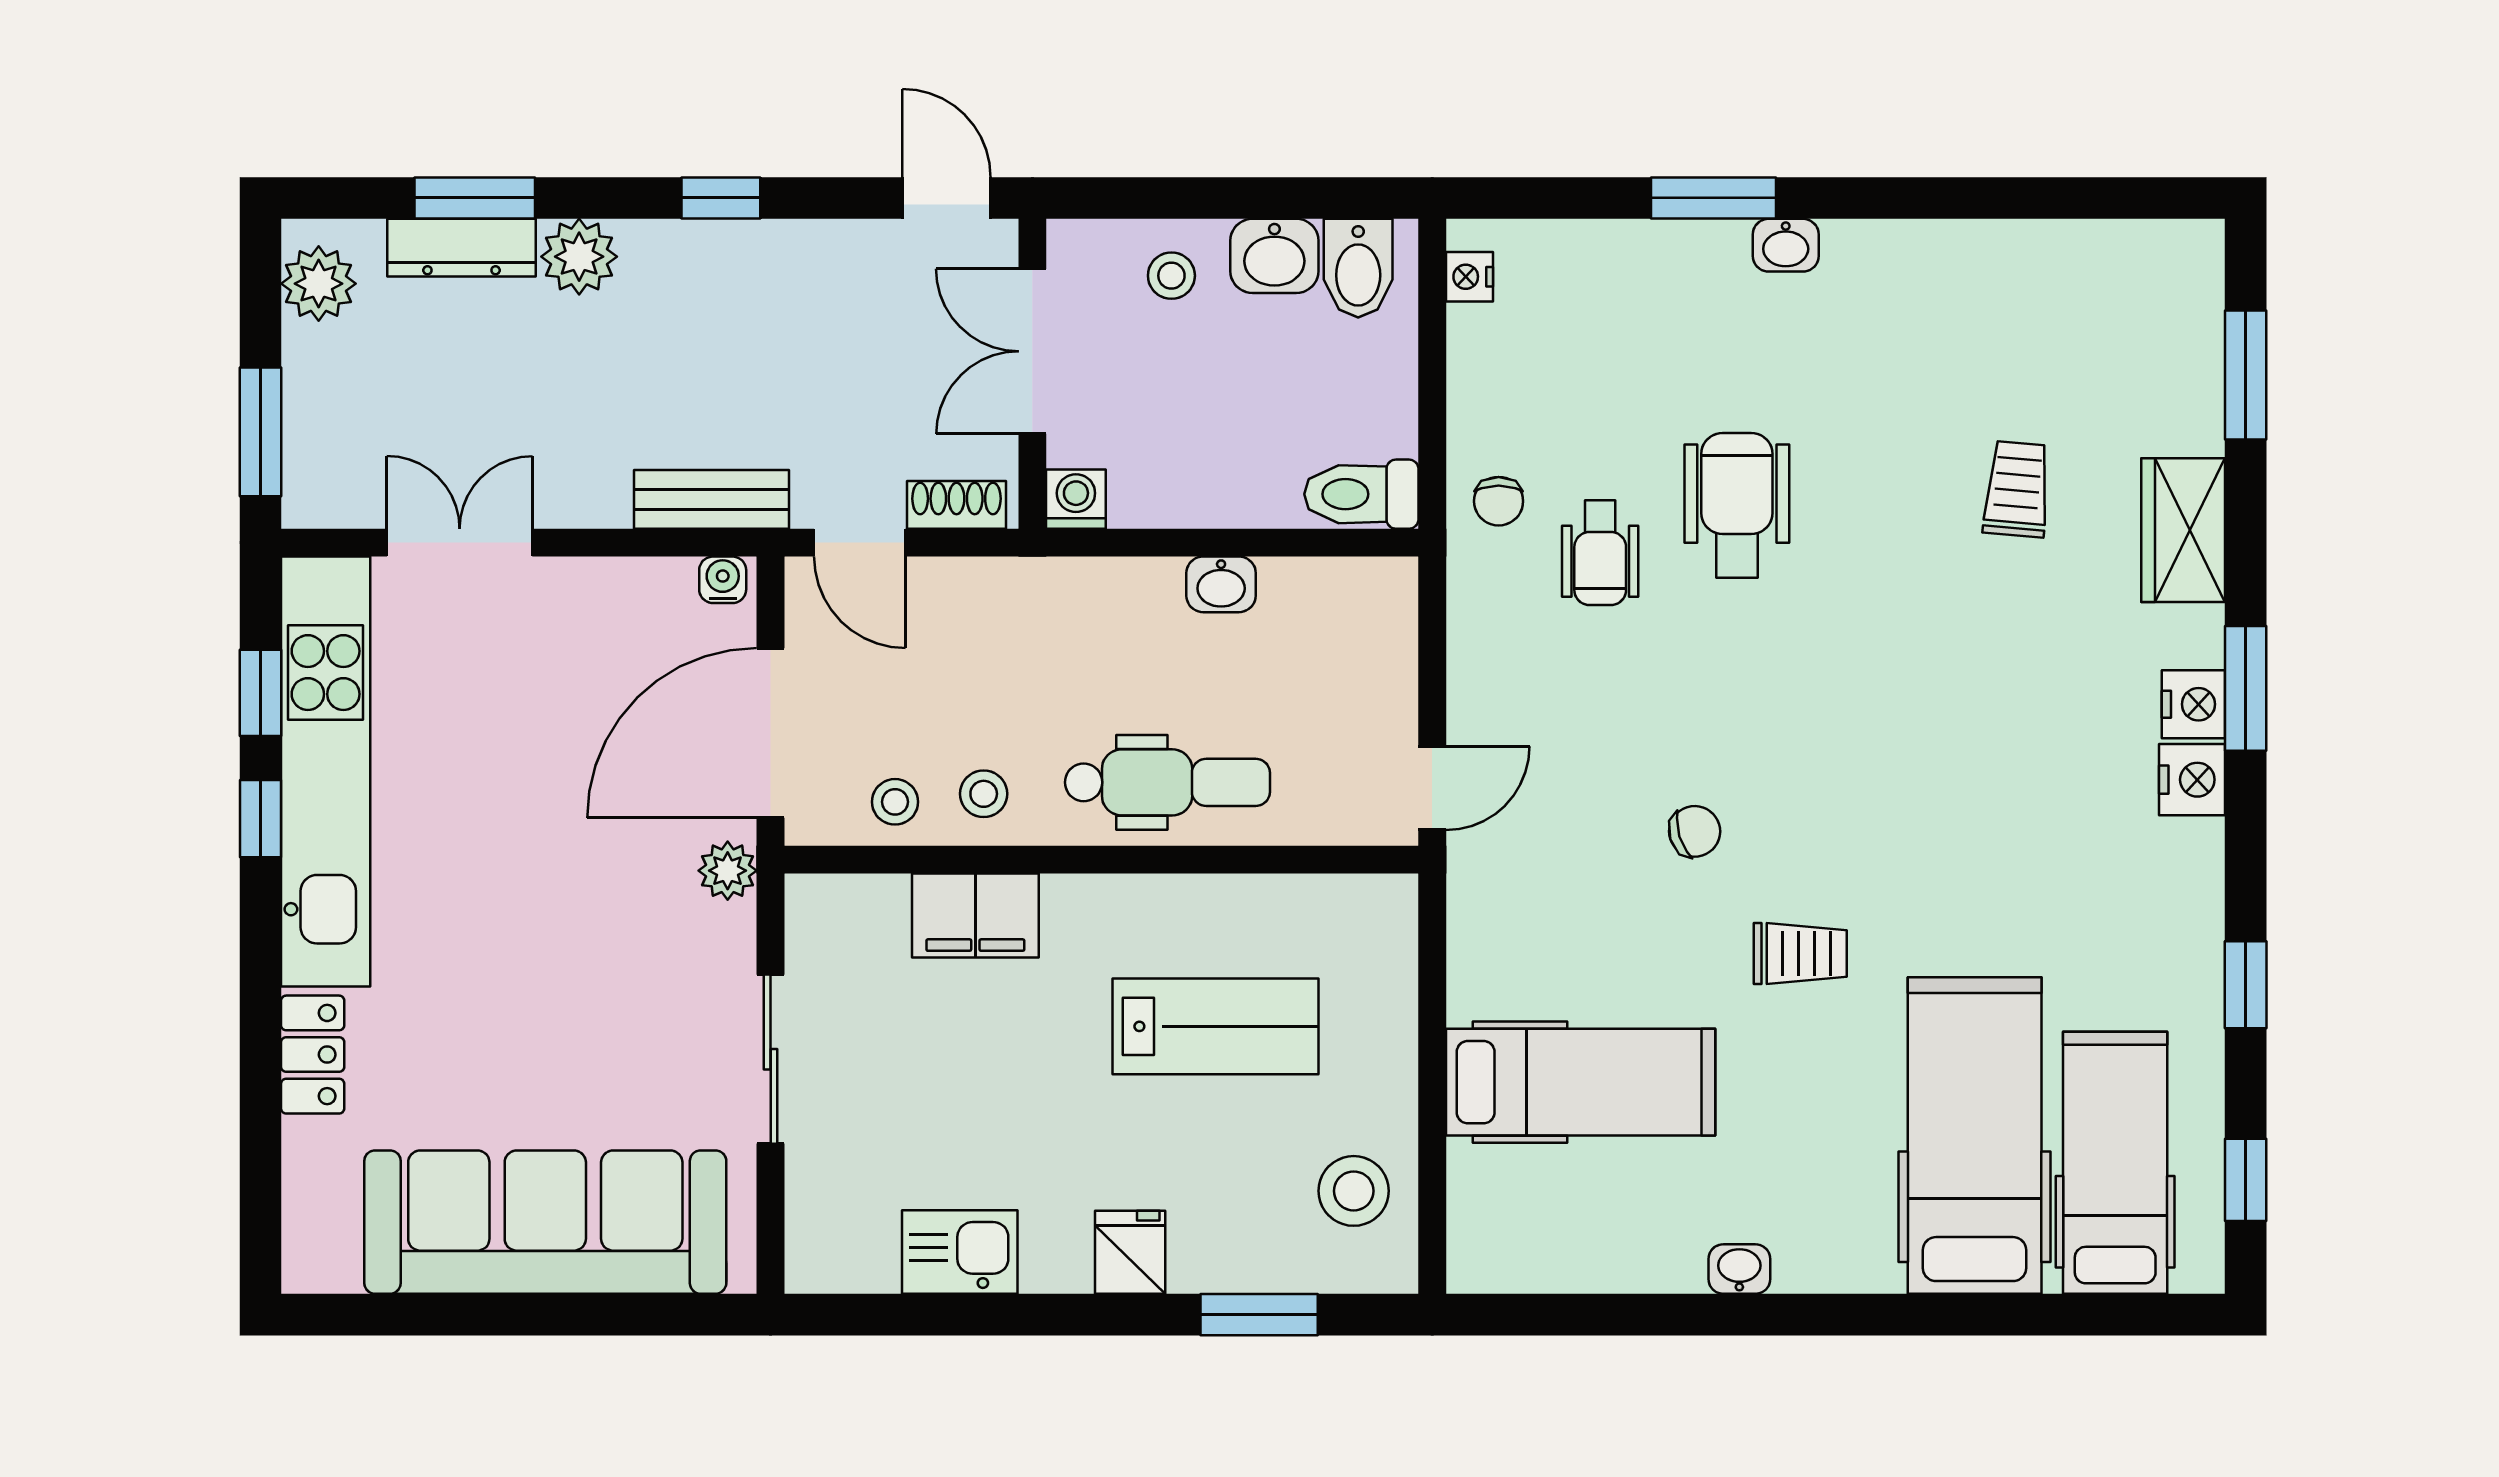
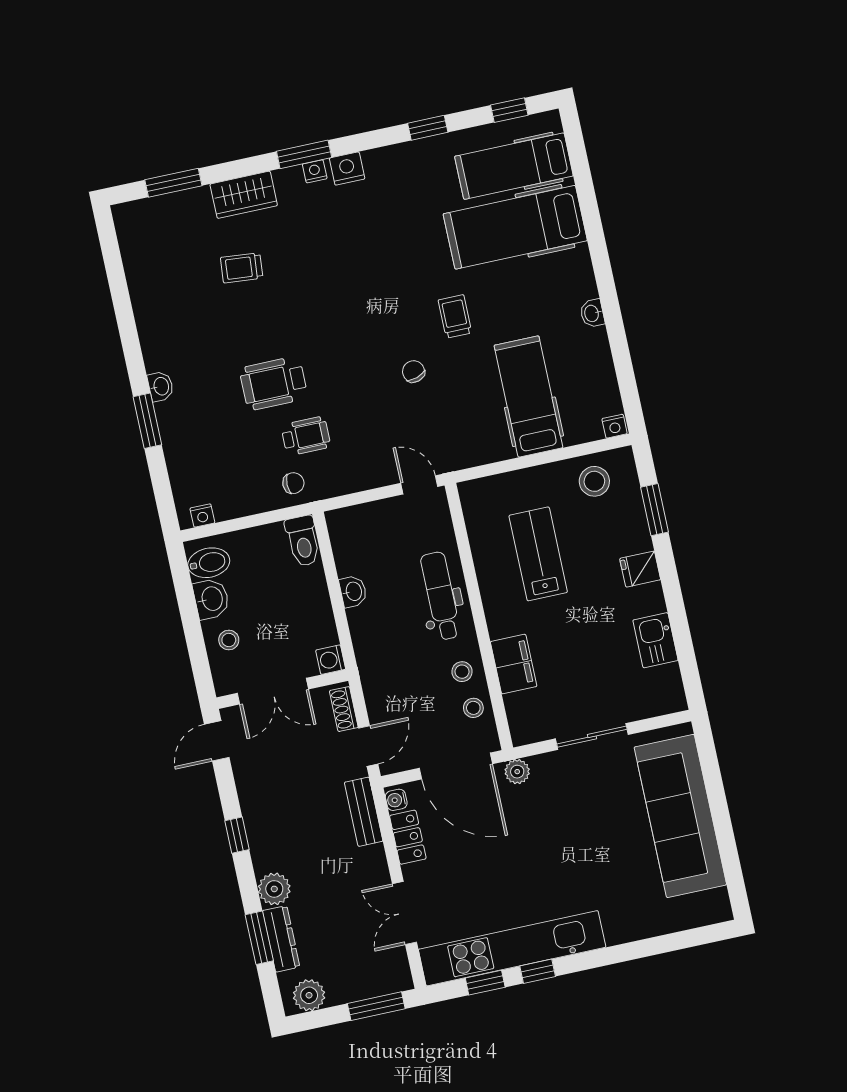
nightstand: (2193, 704) -> (315, 171), width x0.72, depth x0.74
locker: (313, 1055) -> (408, 837), moved, turned 90
nightstand: (1470, 1264) -> (615, 426), added

